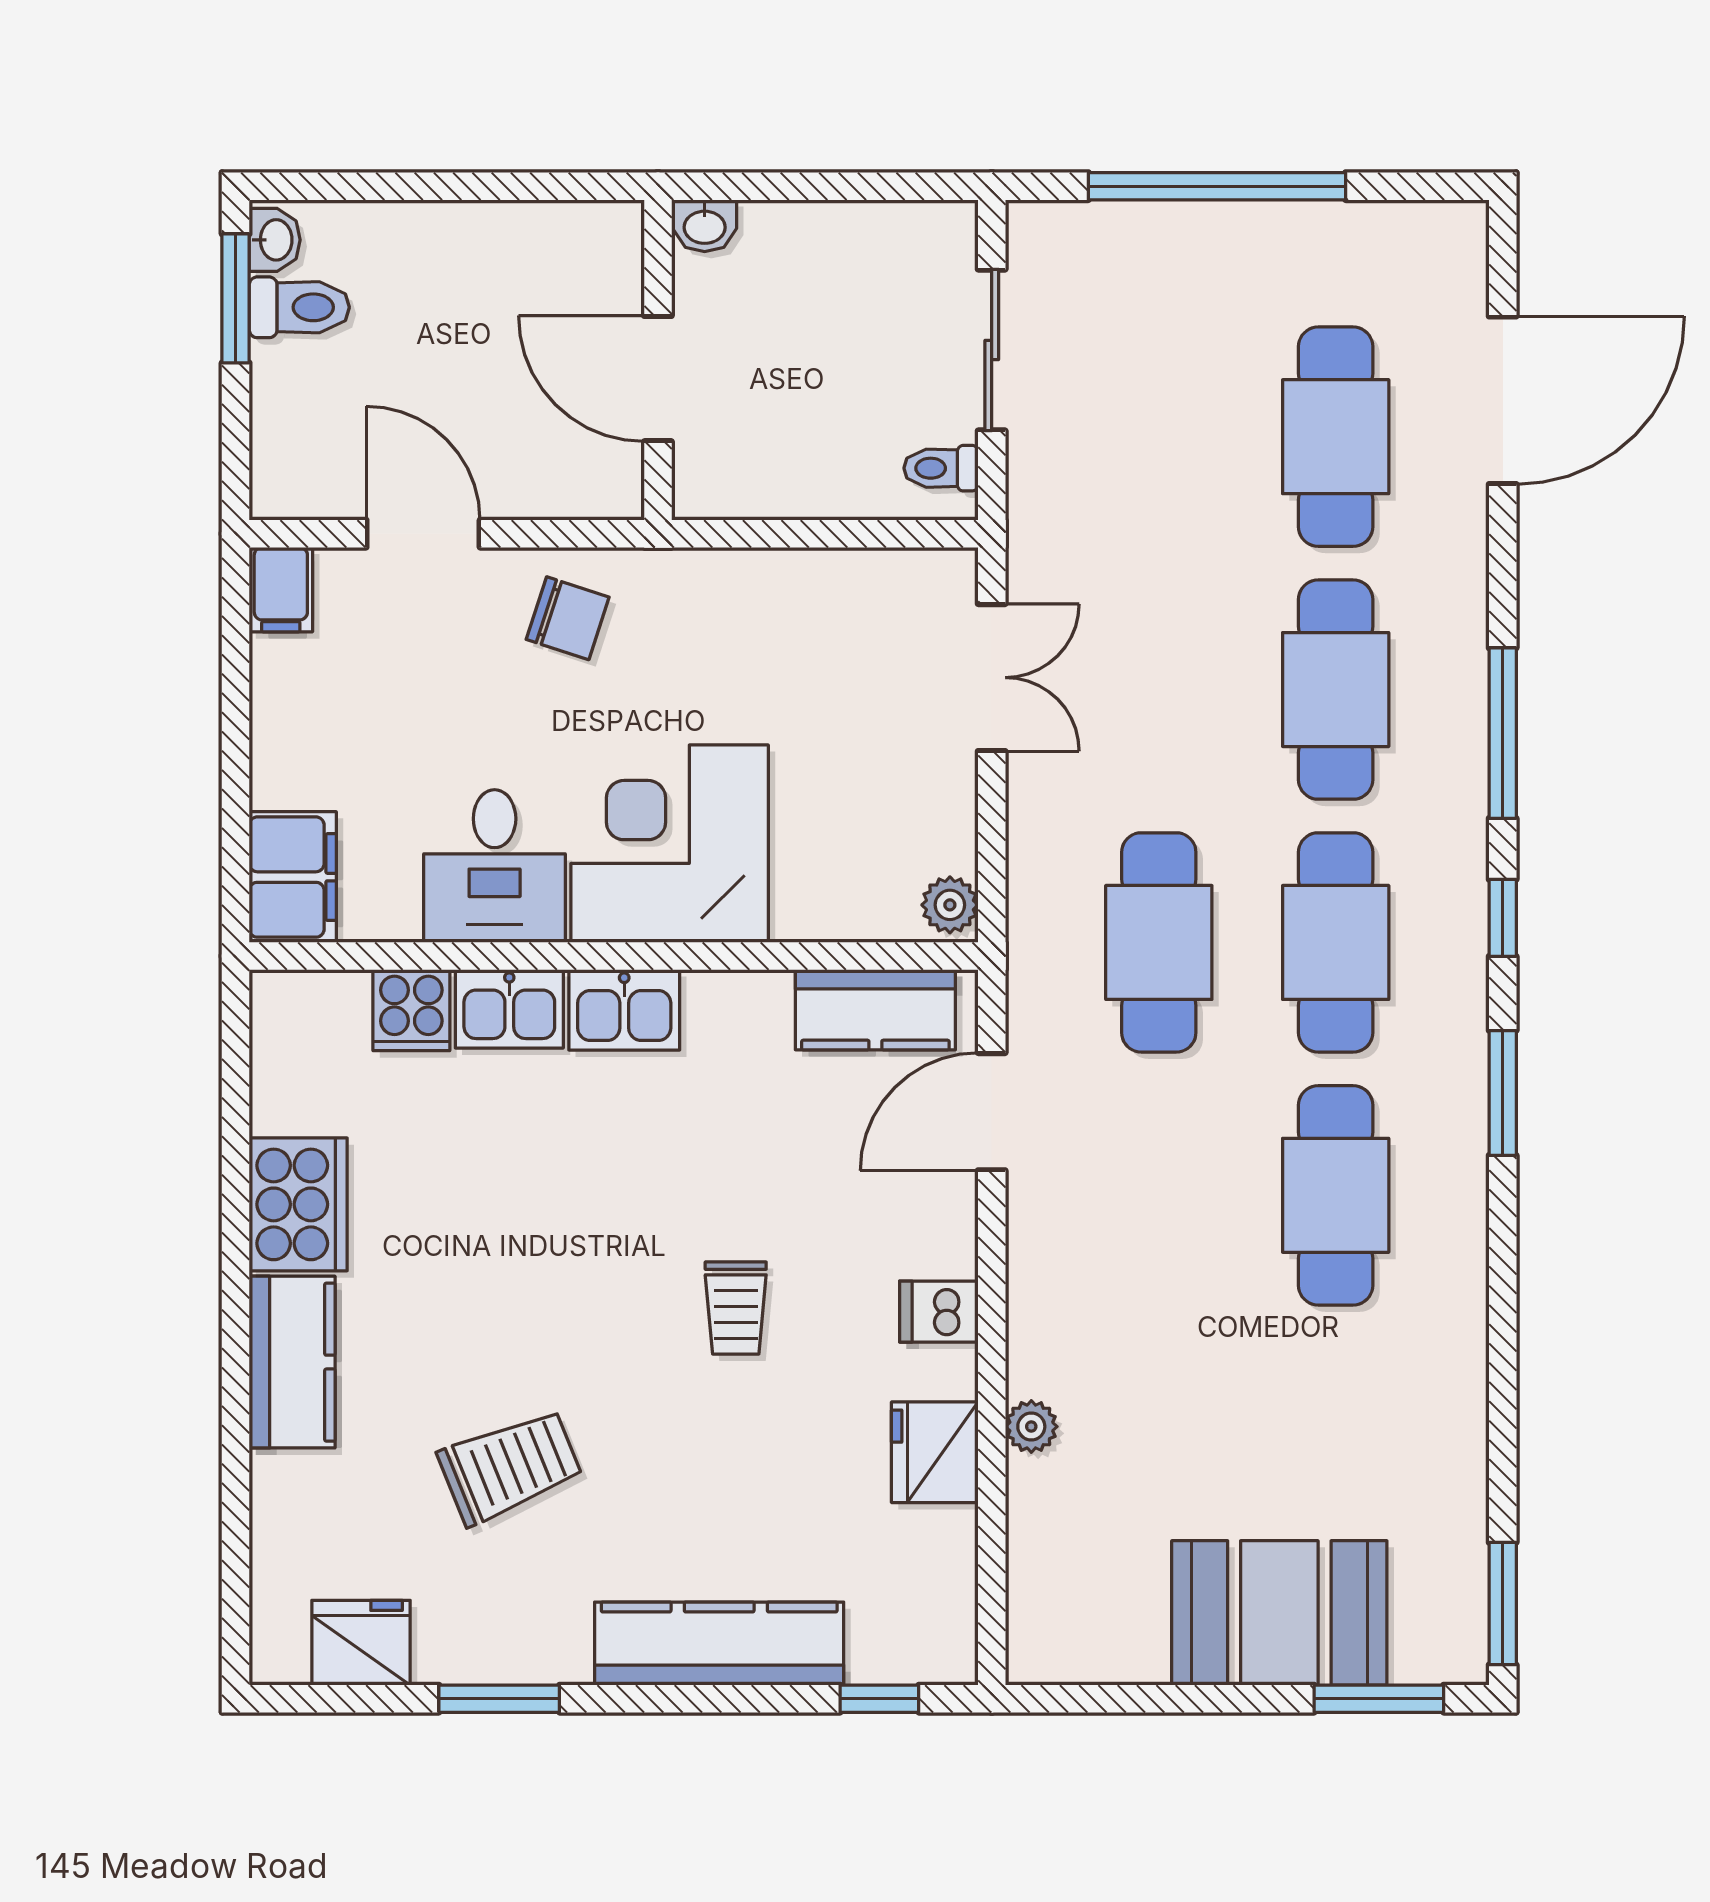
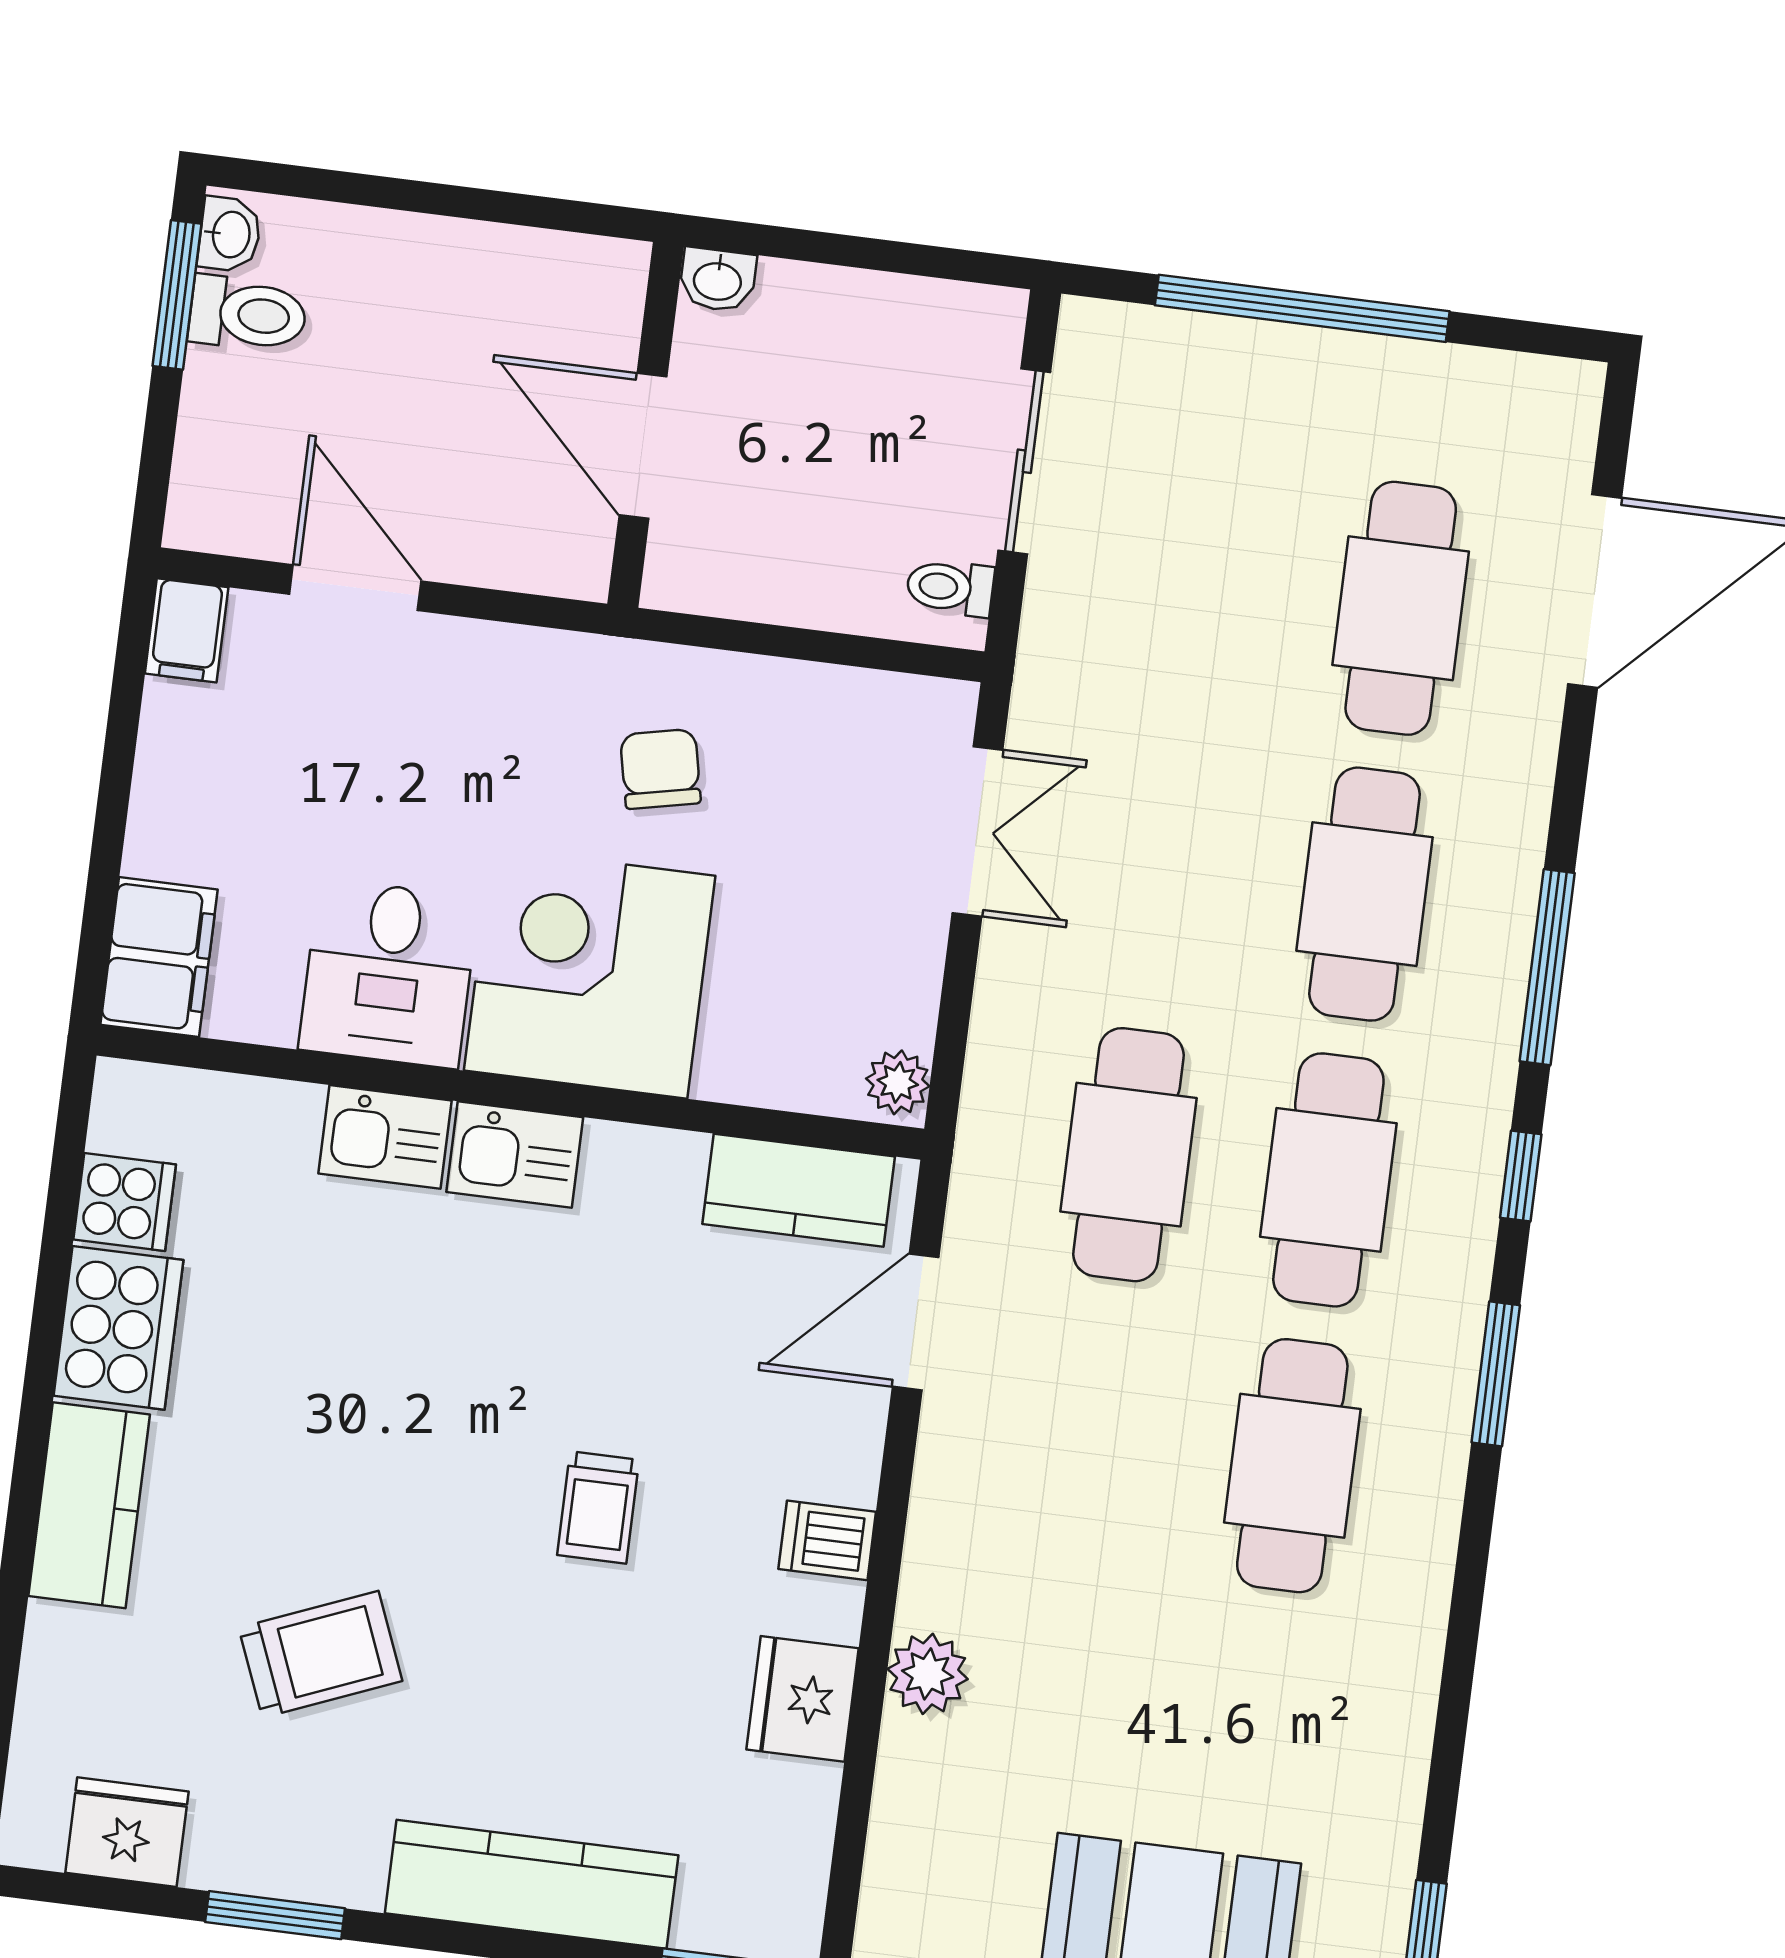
chair: (568, 618) -> (660, 769), moved, turned -120
cooker: (411, 1010) -> (125, 1202), moved, turned -90
plant: (1031, 1427) -> (928, 1674), width x1.38, depth x1.38

